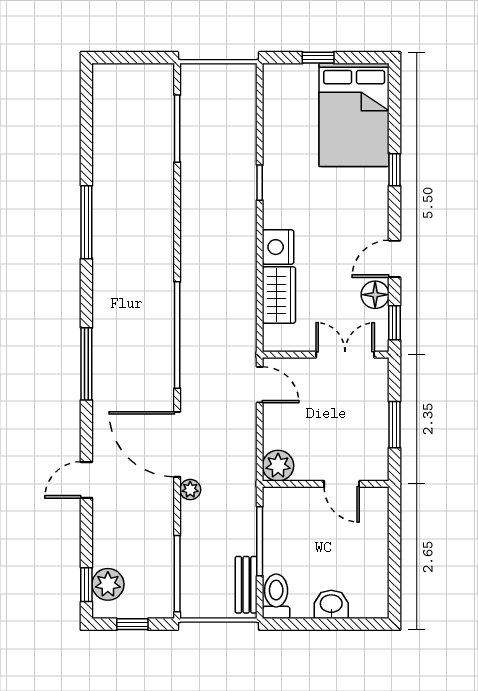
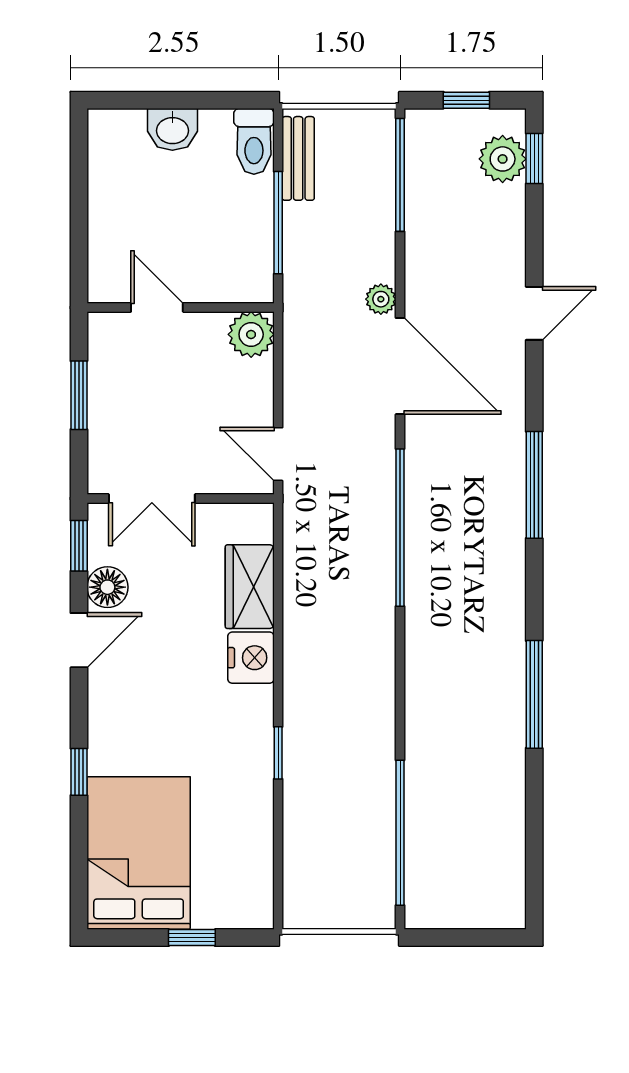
window: (177, 129) -> (400, 833), width x1.46

